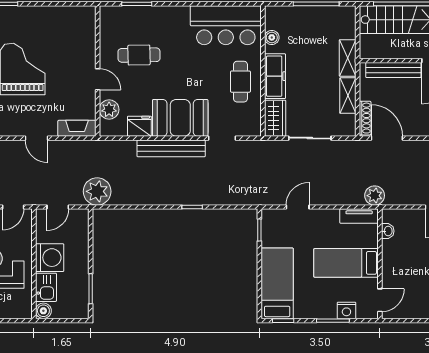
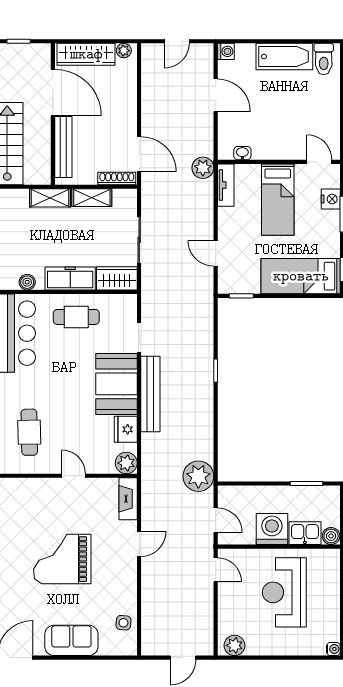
cafe table: (139, 55) -> (29, 432), moved
door: (98, 79) -> (74, 476), hinge flipped
plant: (109, 109) -> (126, 463), moved
door: (387, 138) -> (139, 154), swing flipped

